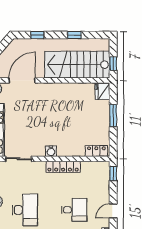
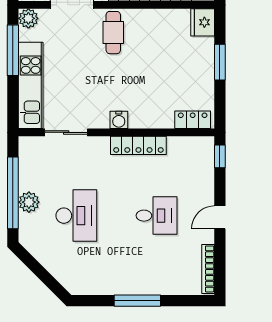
cafe table: (48, 97) -> (113, 33), added

